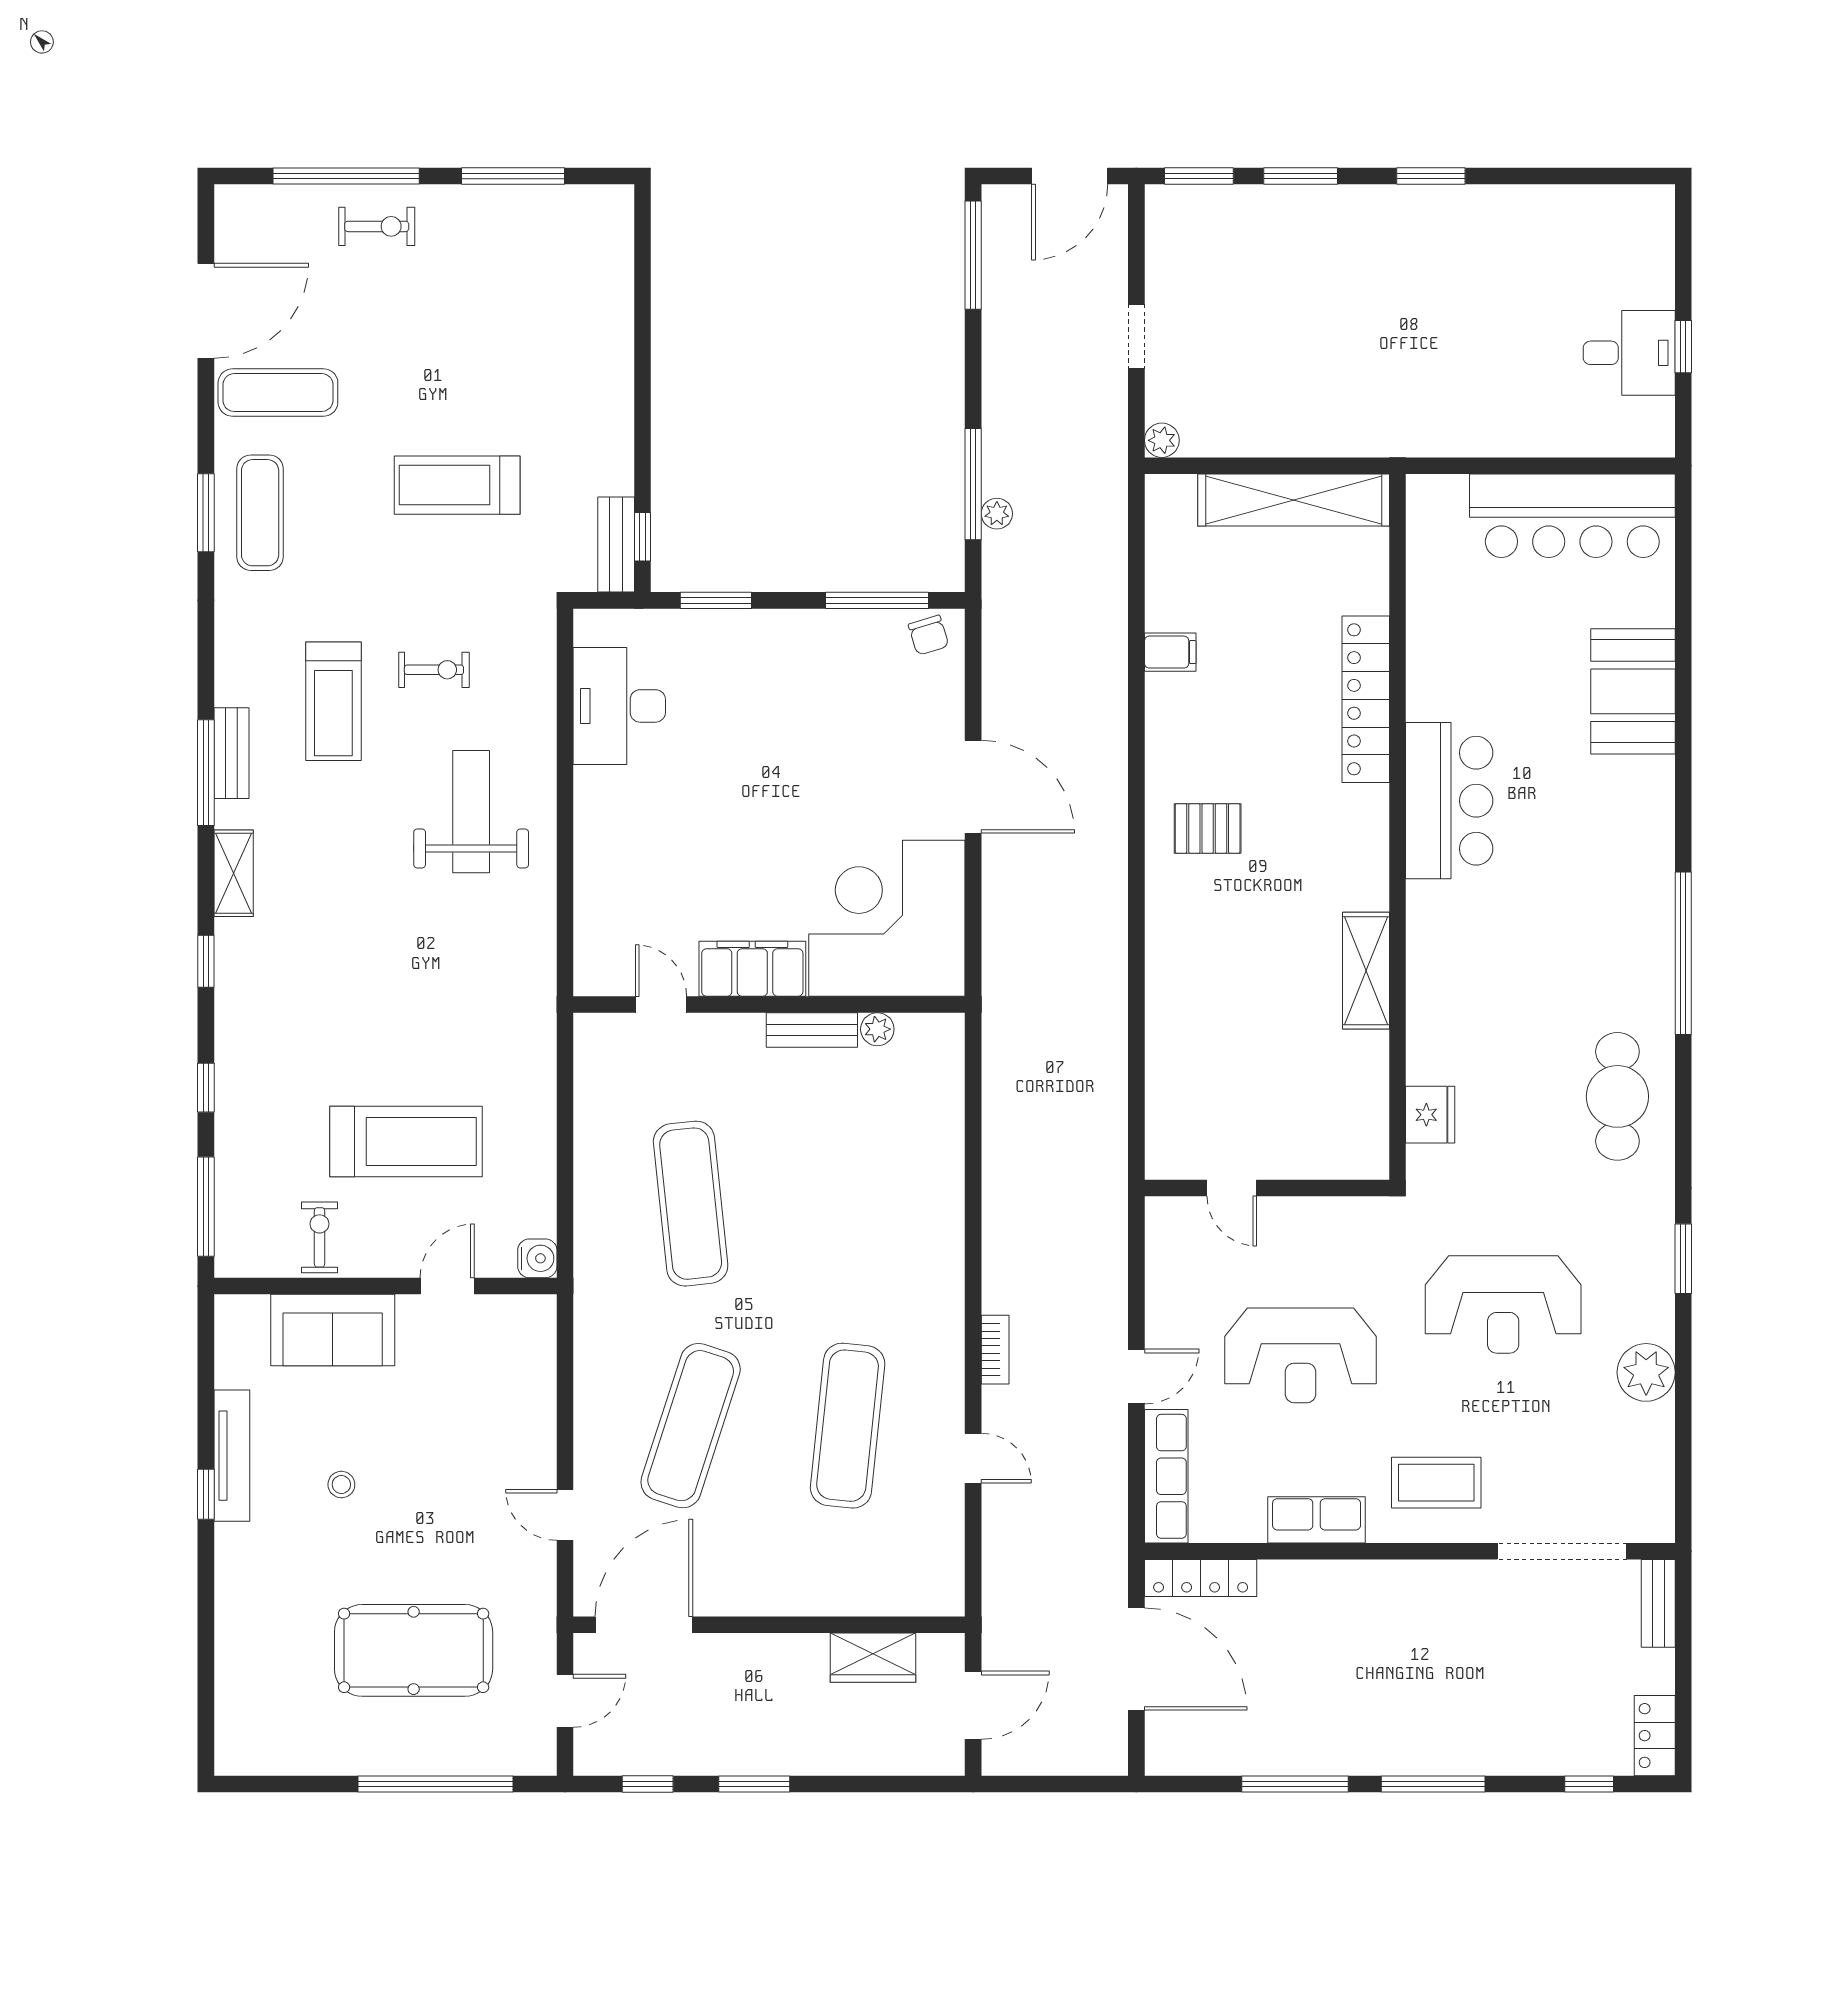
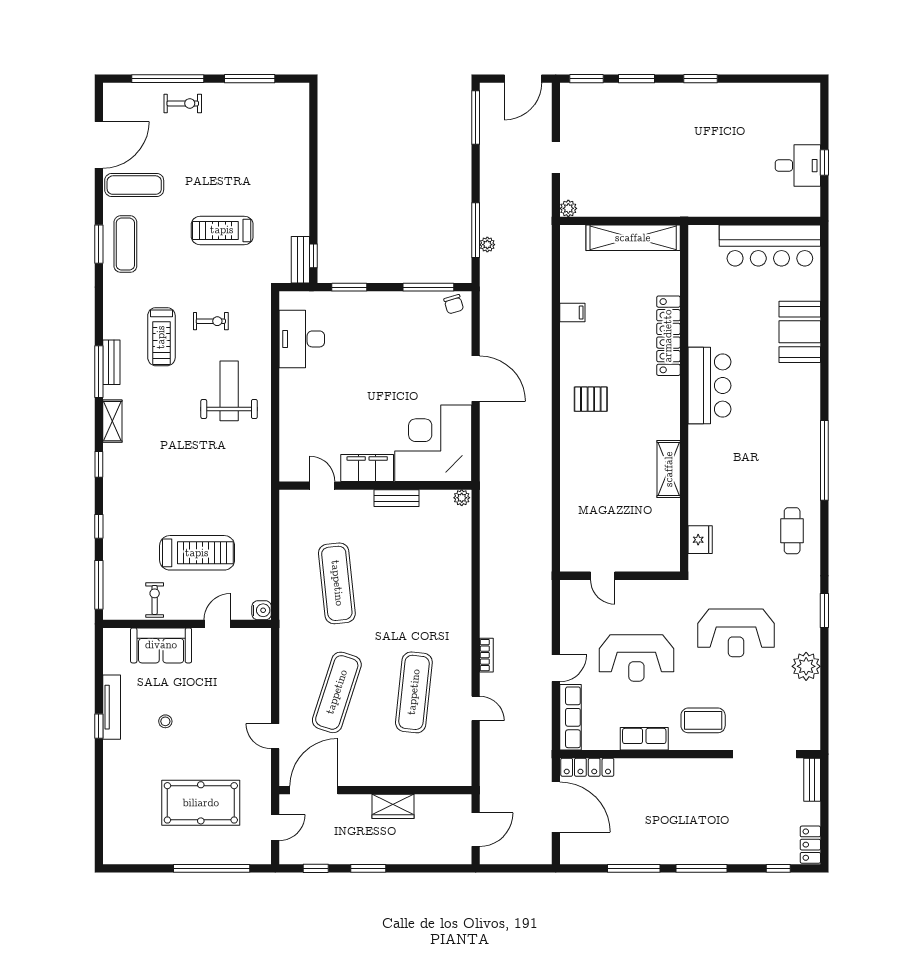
plant: (877, 1029) -> (462, 498), moved
cafe table: (1617, 1096) -> (792, 531), width x0.73, depth x0.74
wardrobe: (873, 1658) -> (393, 806), moved

